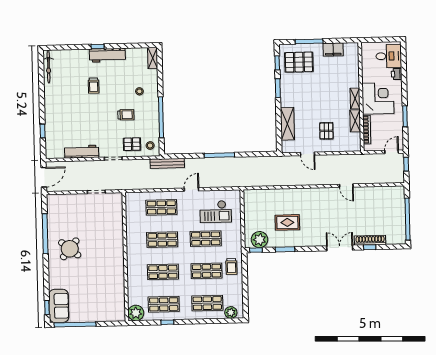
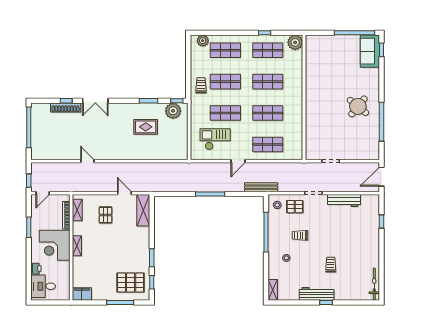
filing cabinet: (333, 50) -> (82, 294), moved
shelving: (355, 121) -> (77, 210), moved
shelving: (287, 124) -> (143, 210), moved

